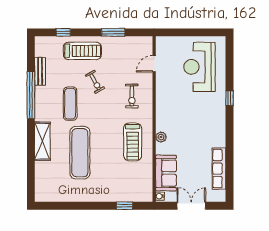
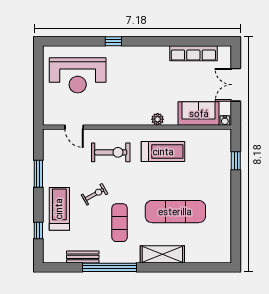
exercise bike: (132, 96) -> (111, 152), width x1.38, depth x1.39
exercise mat: (70, 104) -> (120, 223), turned 90

